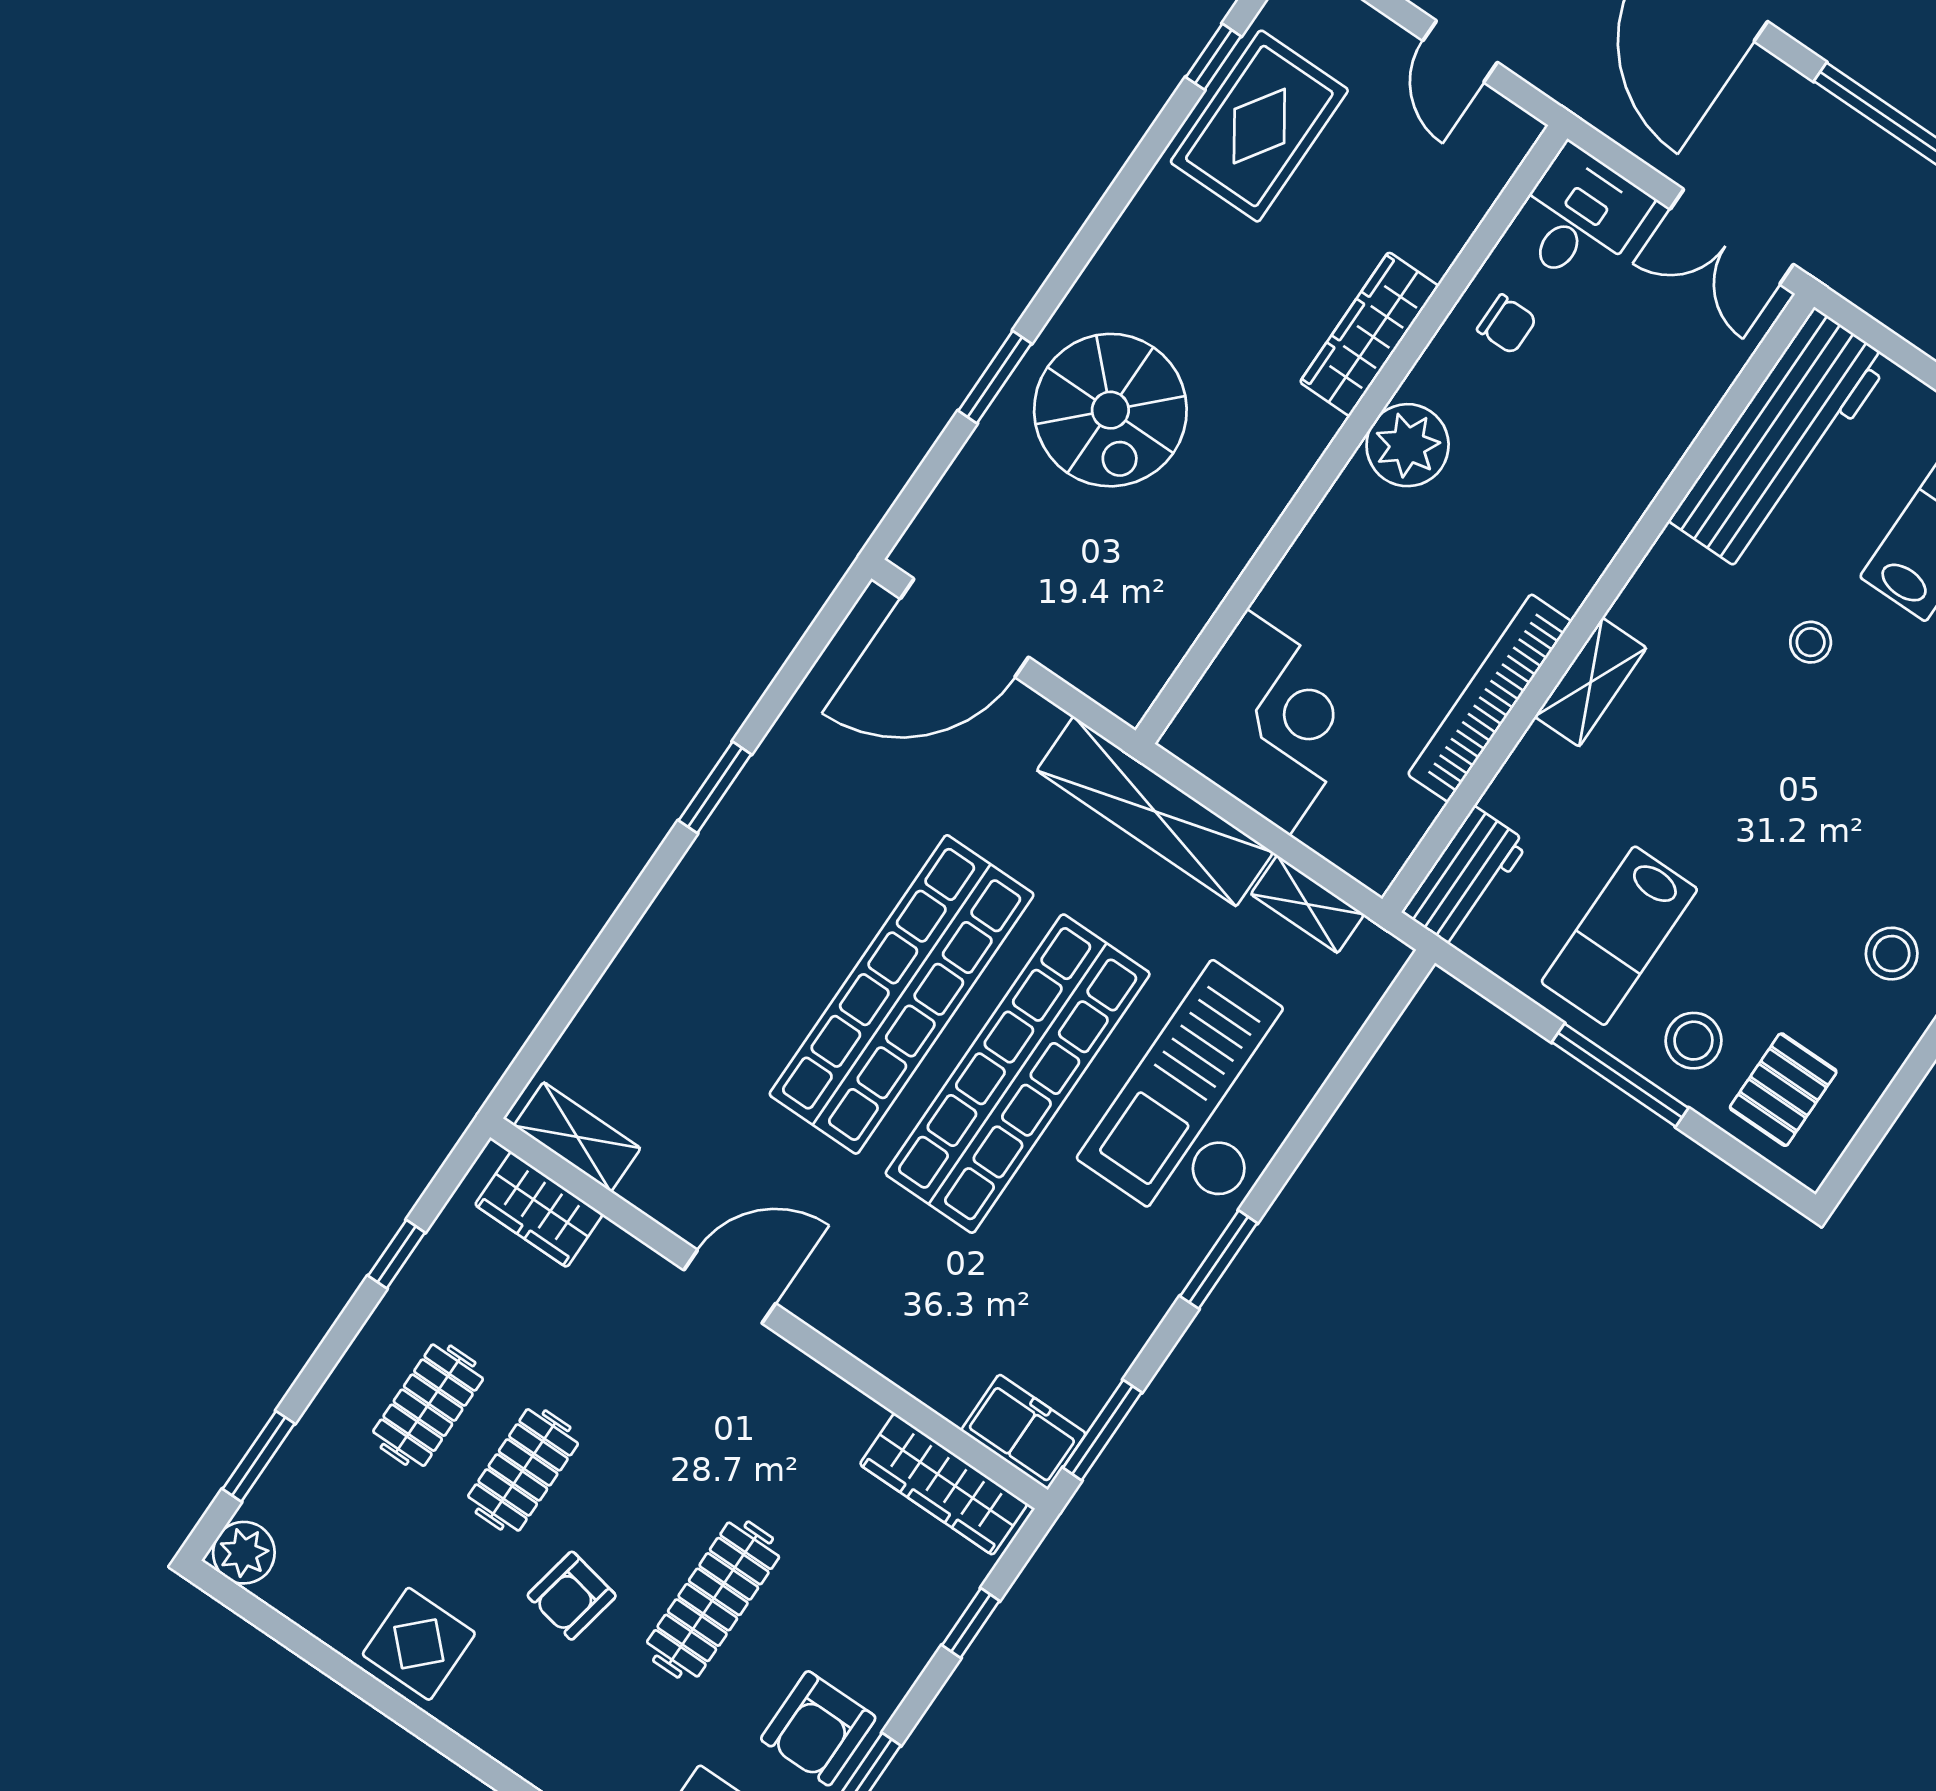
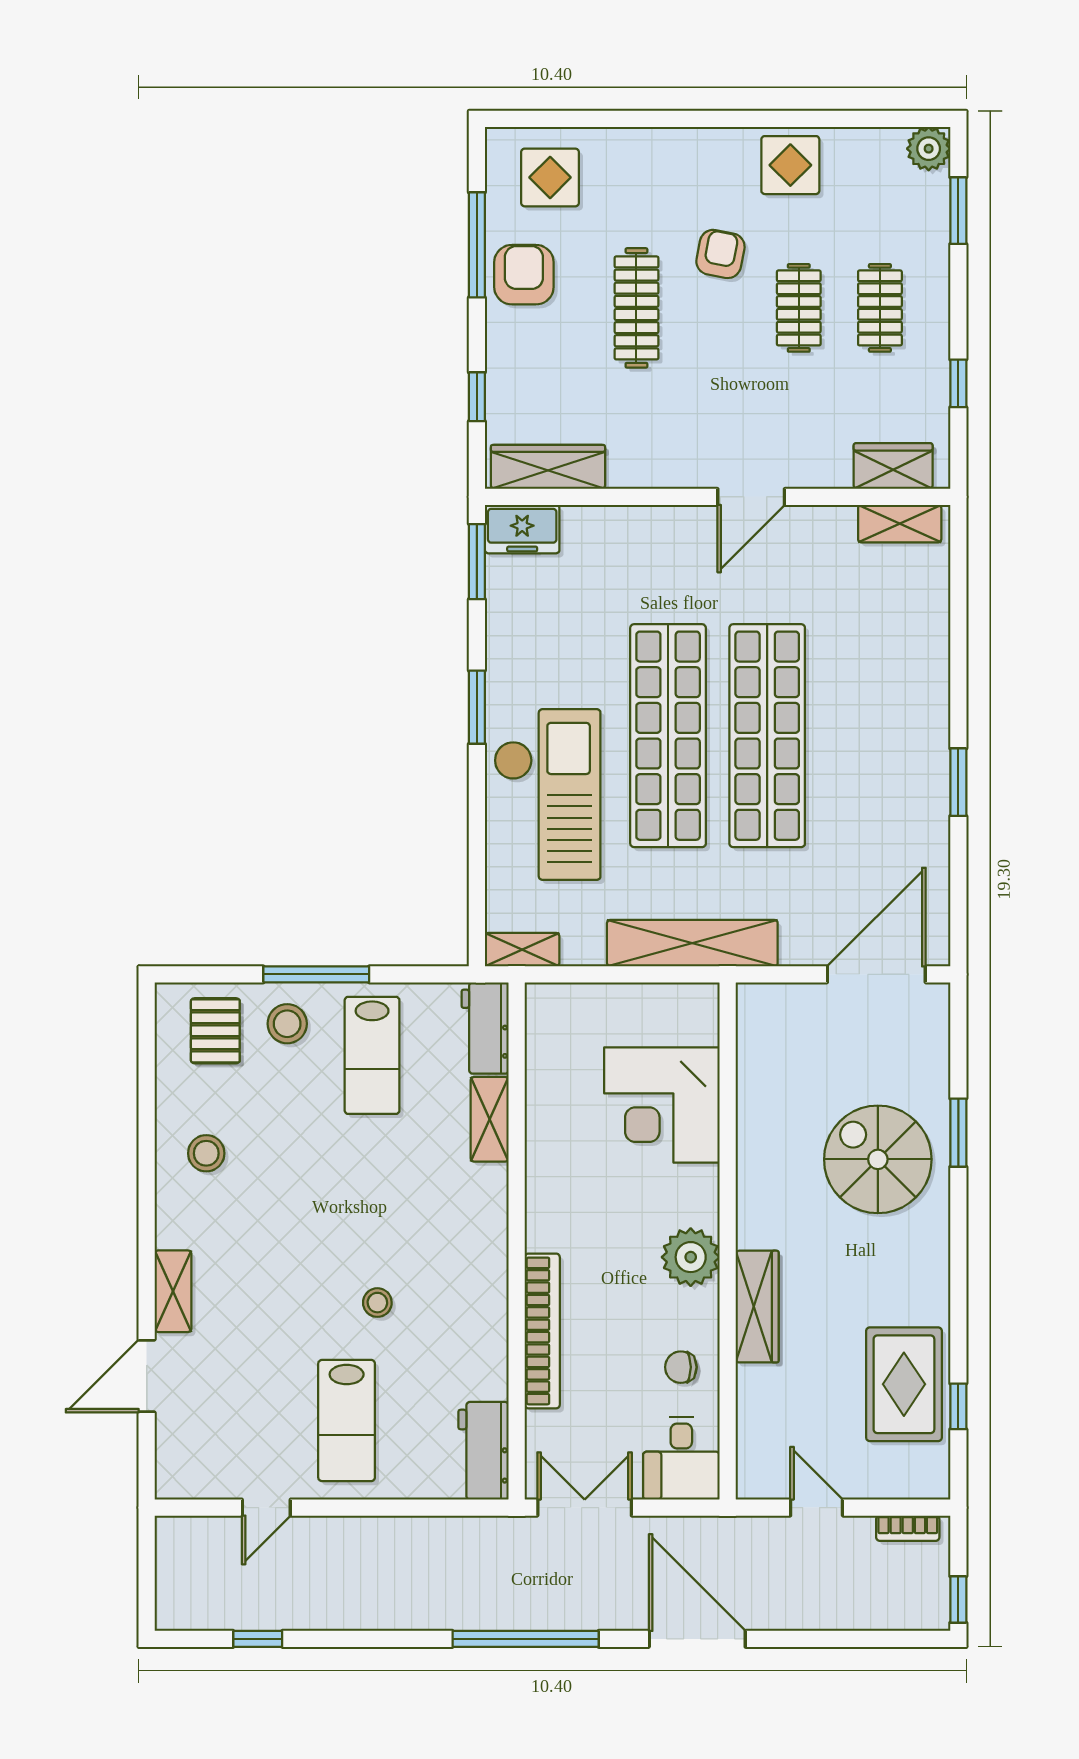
workbench: (1780, 440) -> (483, 1451), width x0.53, depth x0.76
shelving: (1591, 682) -> (490, 1119), moved
bookcase: (1490, 698) -> (542, 1331), moved
corner desk: (1268, 722) -> (662, 1105), moved
shelving: (1307, 904) -> (522, 950), moved
lab bench: (1619, 936) -> (372, 1055), turned 180

